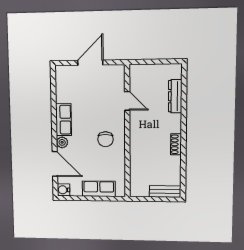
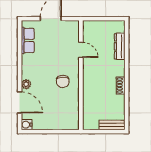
row of seats: (64, 120) -> (28, 40), moved
row of seats: (99, 189) -> (57, 123), removed

